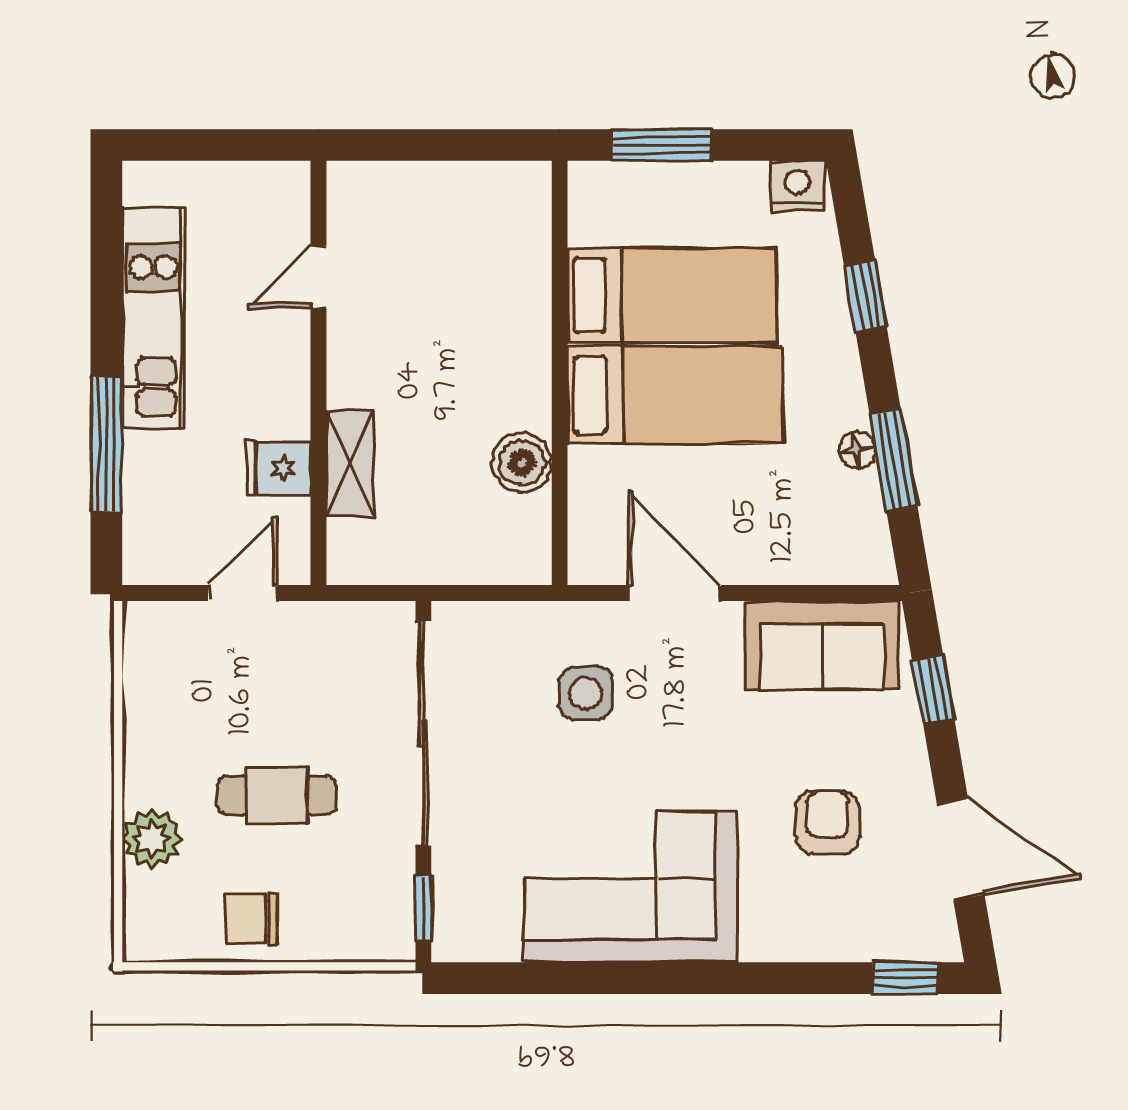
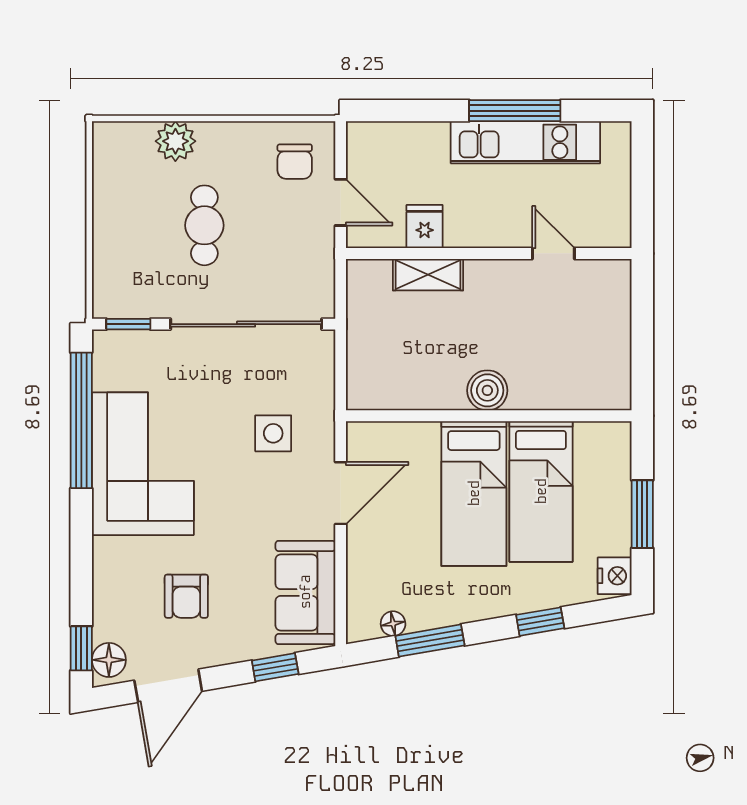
window: (661, 145) -> (642, 514), moved
window: (106, 444) -> (515, 111), moved
floor lamp: (857, 450) -> (393, 624), moved
boiler: (522, 463) -> (487, 390), moved
armchair: (828, 822) -> (186, 596), turned 90
chair: (252, 919) -> (295, 162), moved, turned 180
floor lamp: (922, 937) -> (109, 660), added
window: (566, 978) -> (81, 420), added

